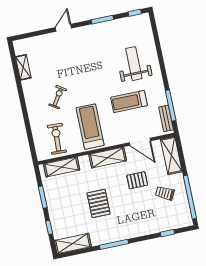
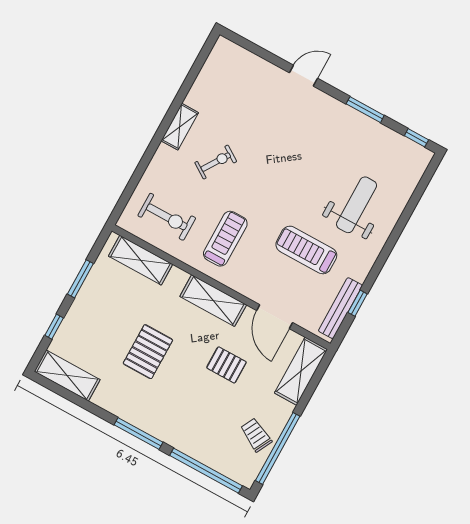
shelving: (23, 67) -> (180, 127), moved
window: (171, 105) -> (358, 303), width x0.46
bench: (166, 118) -> (340, 308), width x1.36
treadmill: (90, 127) -> (225, 239), width x0.73, depth x0.73
exercise bike: (57, 139) -> (167, 217), turned 87
trolley: (165, 193) -> (256, 435), moved
window: (167, 233) -> (206, 471), width x3.17
window: (114, 244) -> (139, 433), moved

